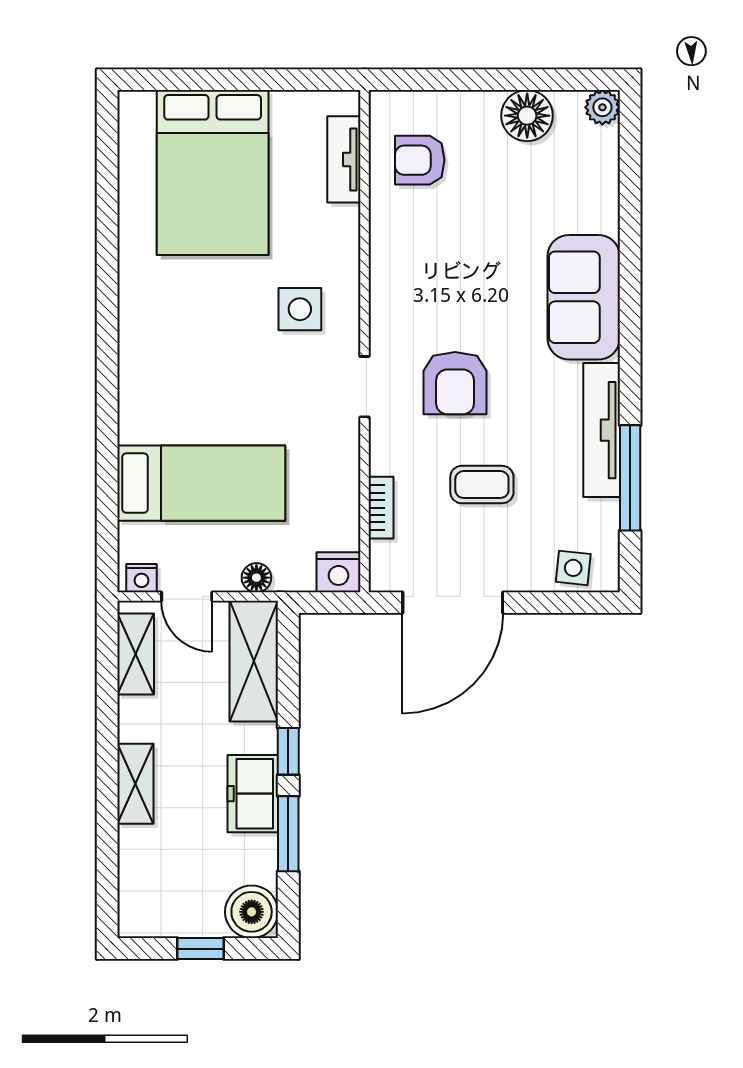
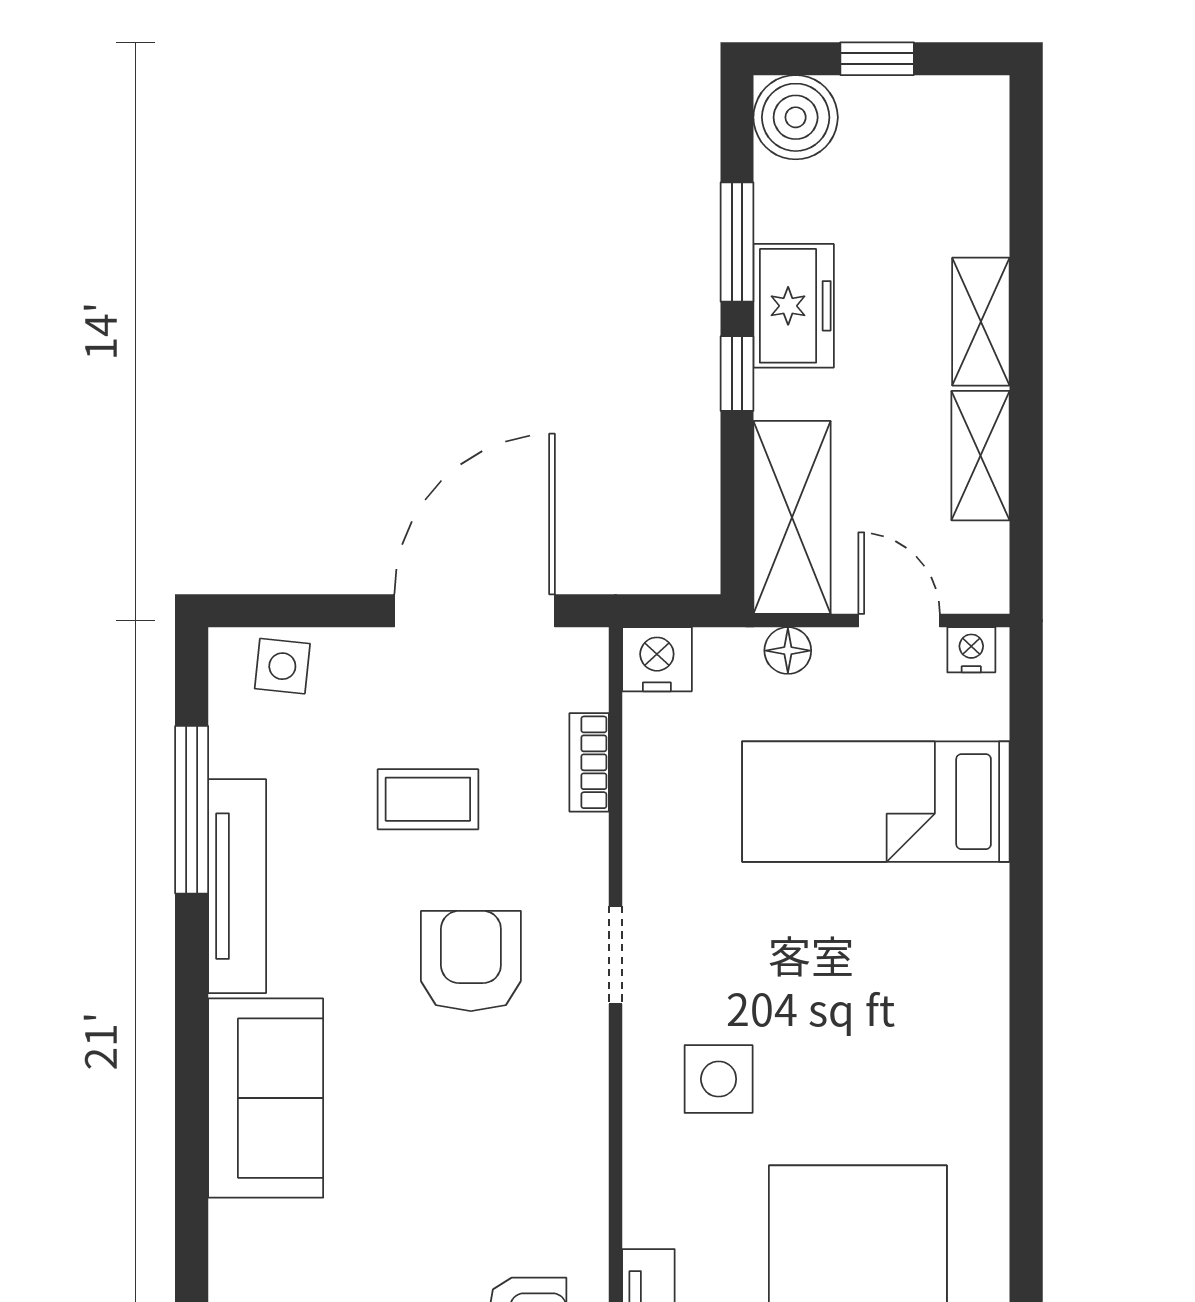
shelving: (136, 654) -> (981, 456), moved

